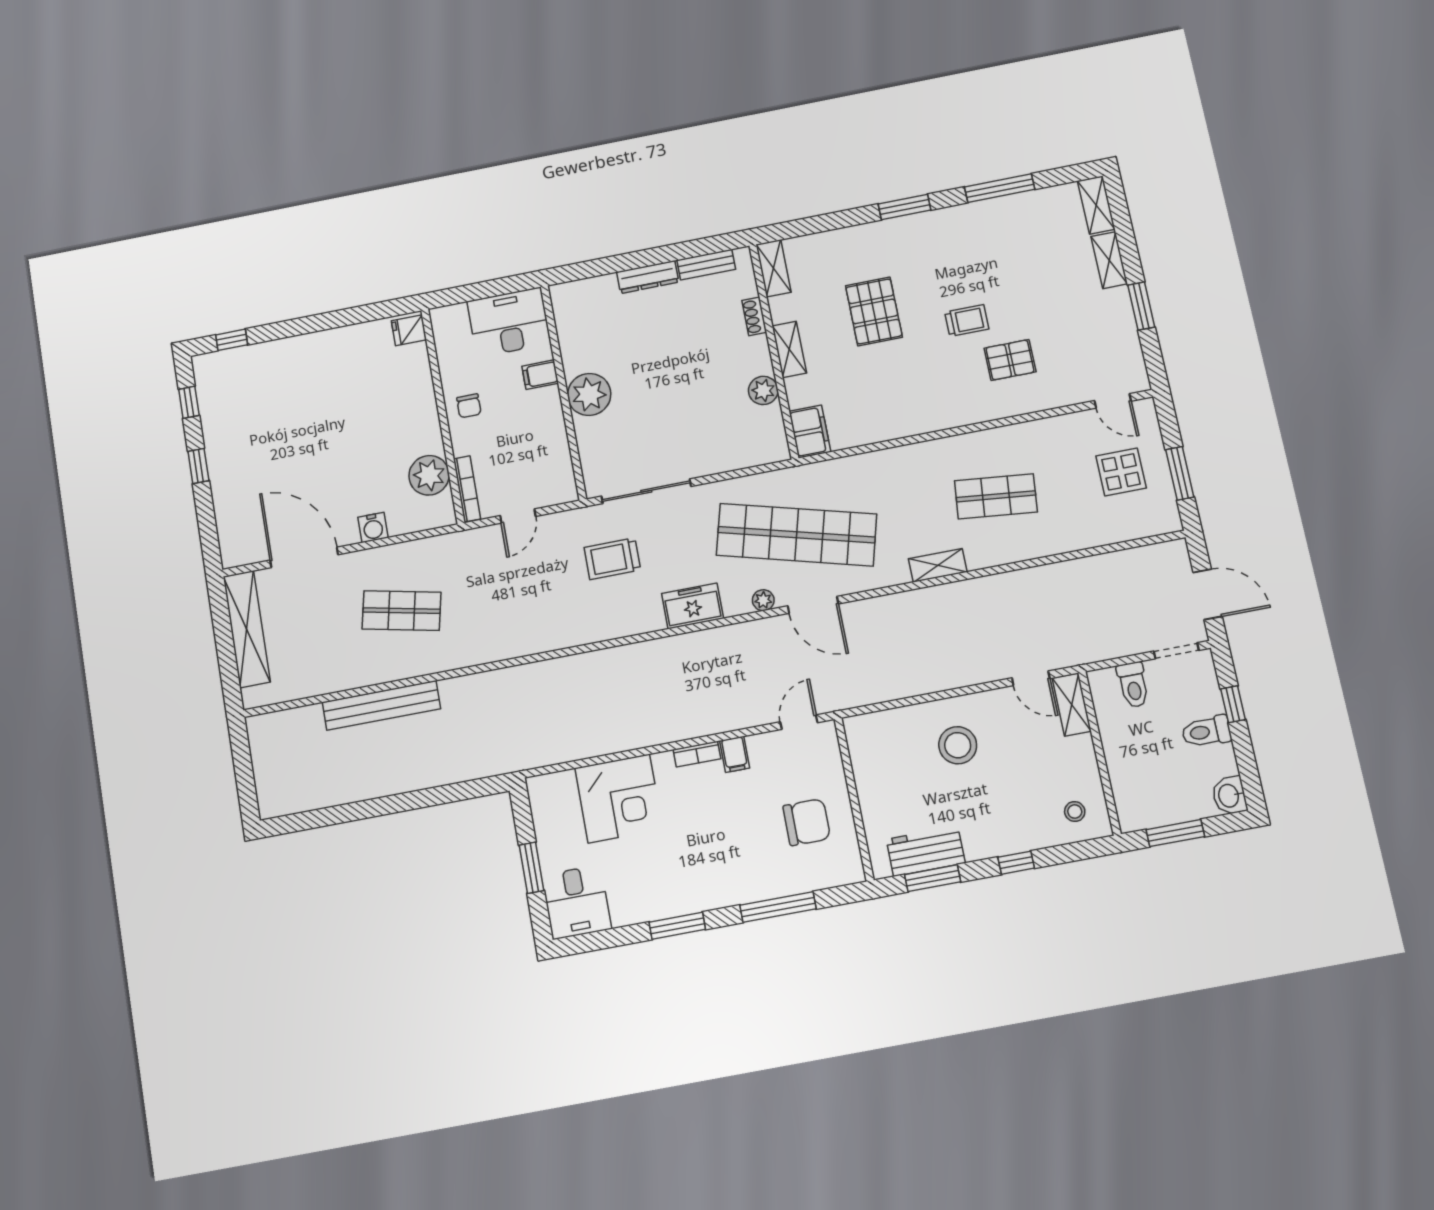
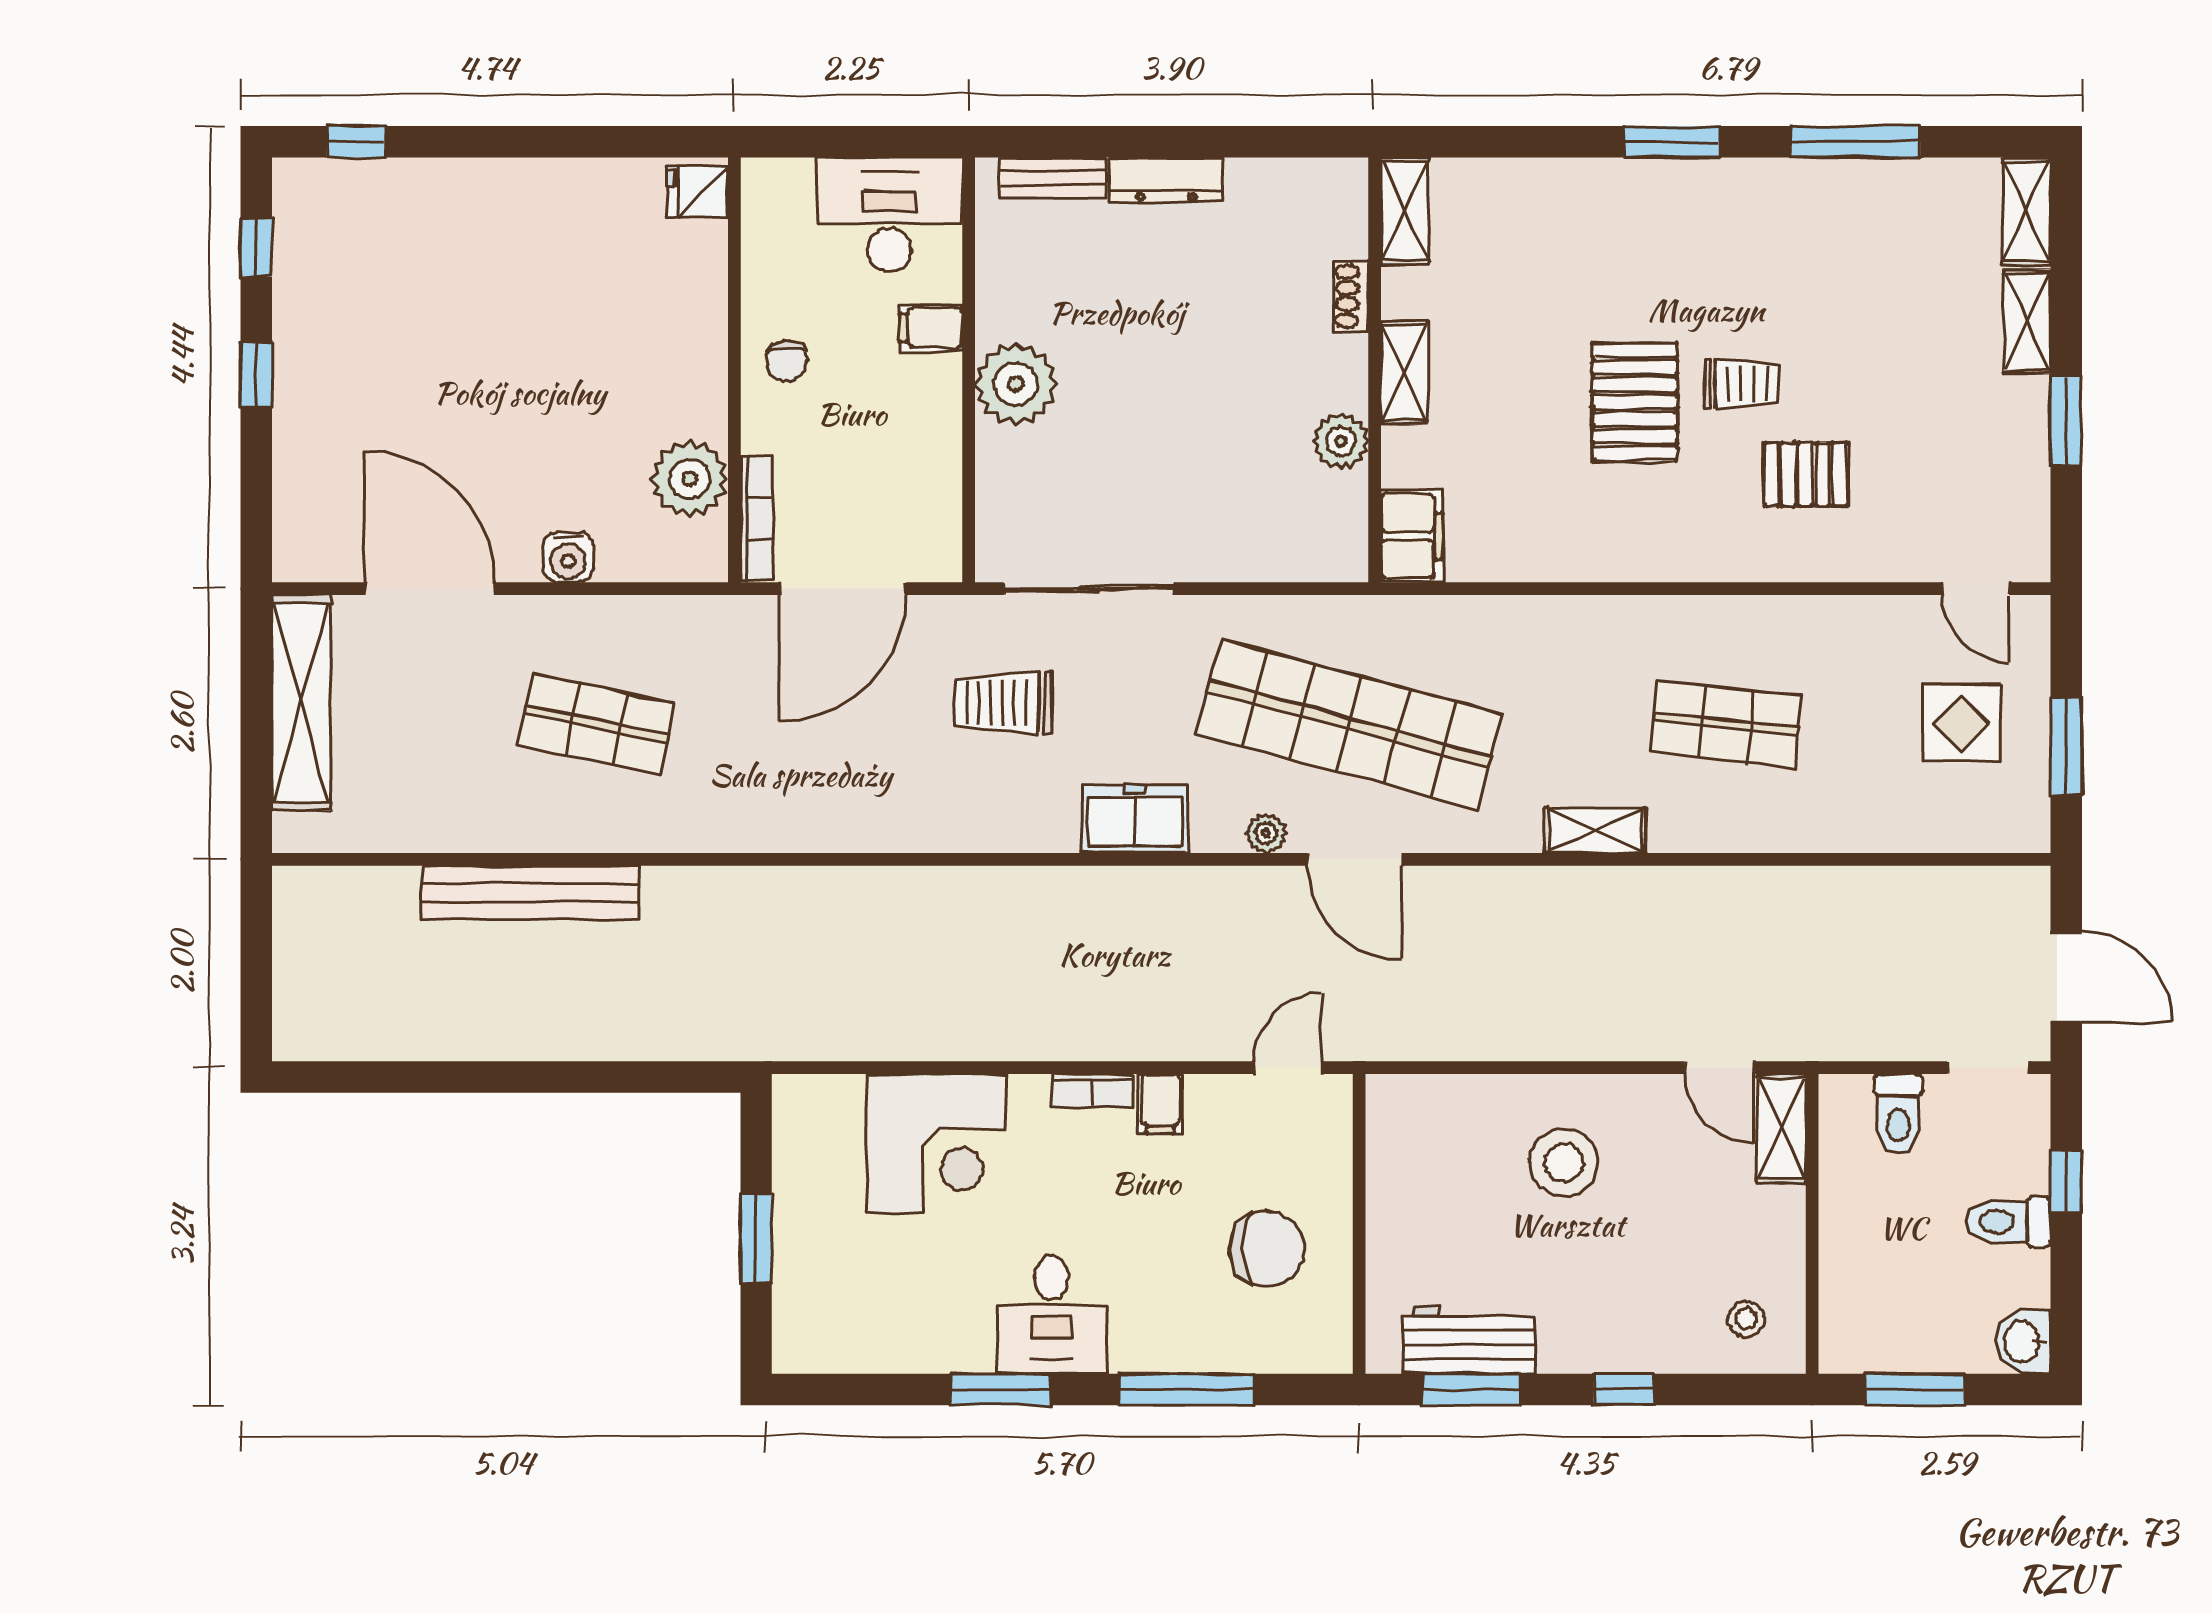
bench: (706, 265) -> (1052, 178), moved
pallet: (874, 311) -> (1635, 402), moved
door: (518, 516) -> (843, 589), width x1.88
desk: (576, 902) -> (1051, 1314), moved

